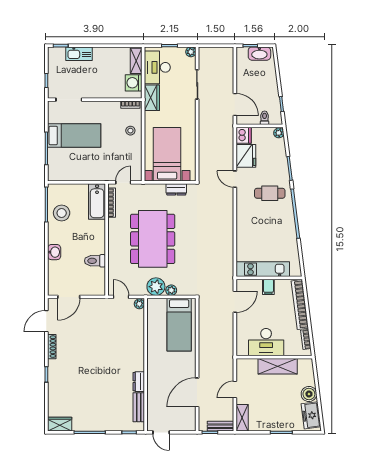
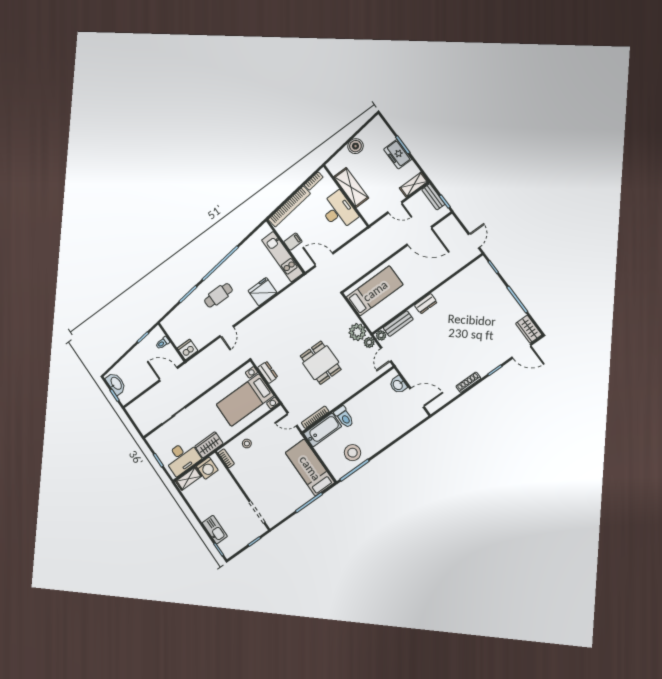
plant: (191, 52) -> (152, 439), removed
door: (235, 105) -> (168, 374), hinge flipped
plant: (279, 133) -> (166, 323), removed
bed: (74, 135) -> (310, 468), moved
fridge: (246, 156) -> (262, 292), moved
cafe table: (270, 193) -> (218, 295), turned 90
dining table: (153, 239) -> (321, 363), width x0.53, depth x0.80
washbasin: (54, 252) -> (398, 385), moved, turned -90
toilet: (95, 261) -> (344, 417), moved
plant: (171, 290) -> (369, 342), moved
door: (46, 321) -> (521, 351), moved
dresser: (139, 382) -> (426, 304), moved
bench: (139, 407) -> (398, 324), moved
freezer: (311, 415) -> (398, 154), moved, turned 97

